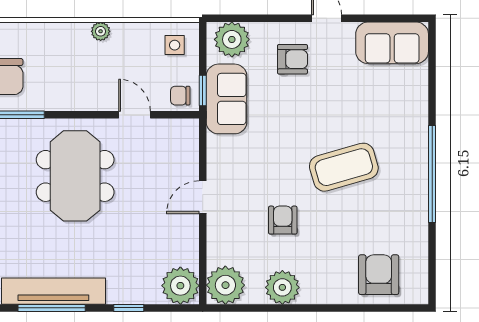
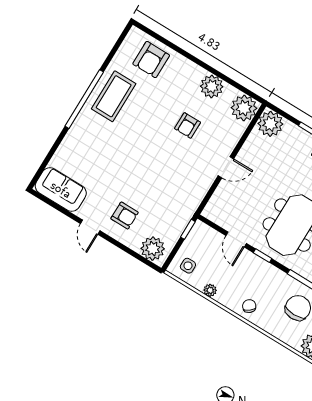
plant: (101, 31) -> (210, 290), moved
armchair: (292, 59) -> (125, 216), turned 180
chair: (180, 96) -> (249, 306), moved, turned -128
sofa: (227, 99) -> (177, 216), removed
window: (89, 115) -> (263, 256), added
coffee table: (344, 167) -> (114, 96), moved, turned -74

